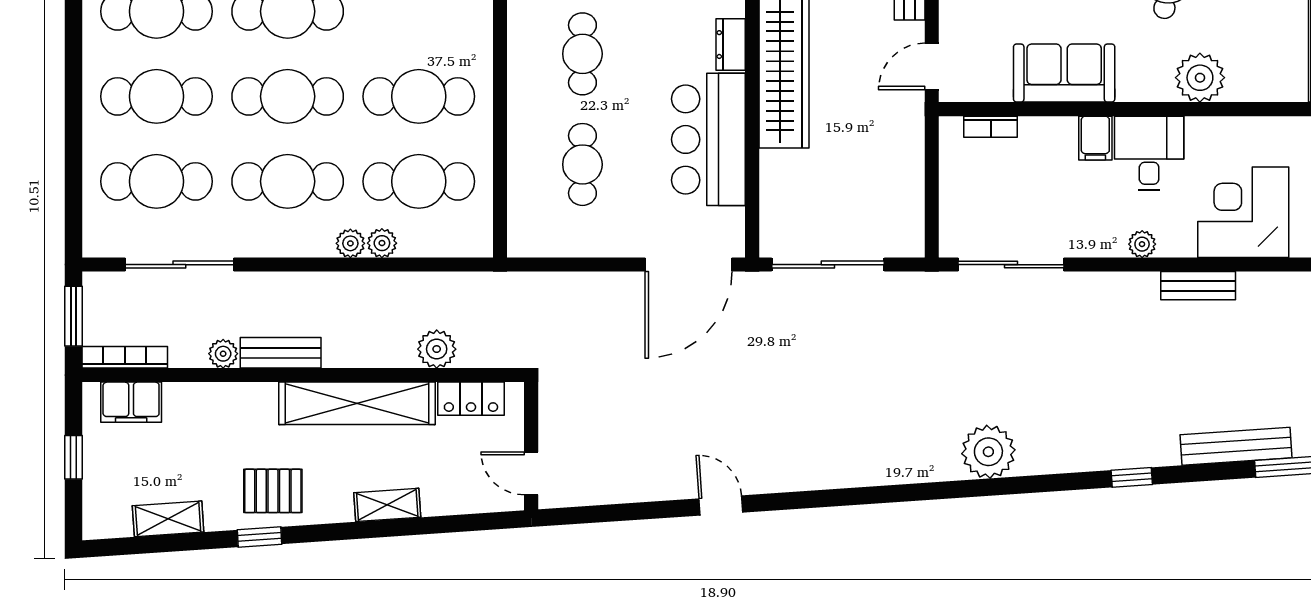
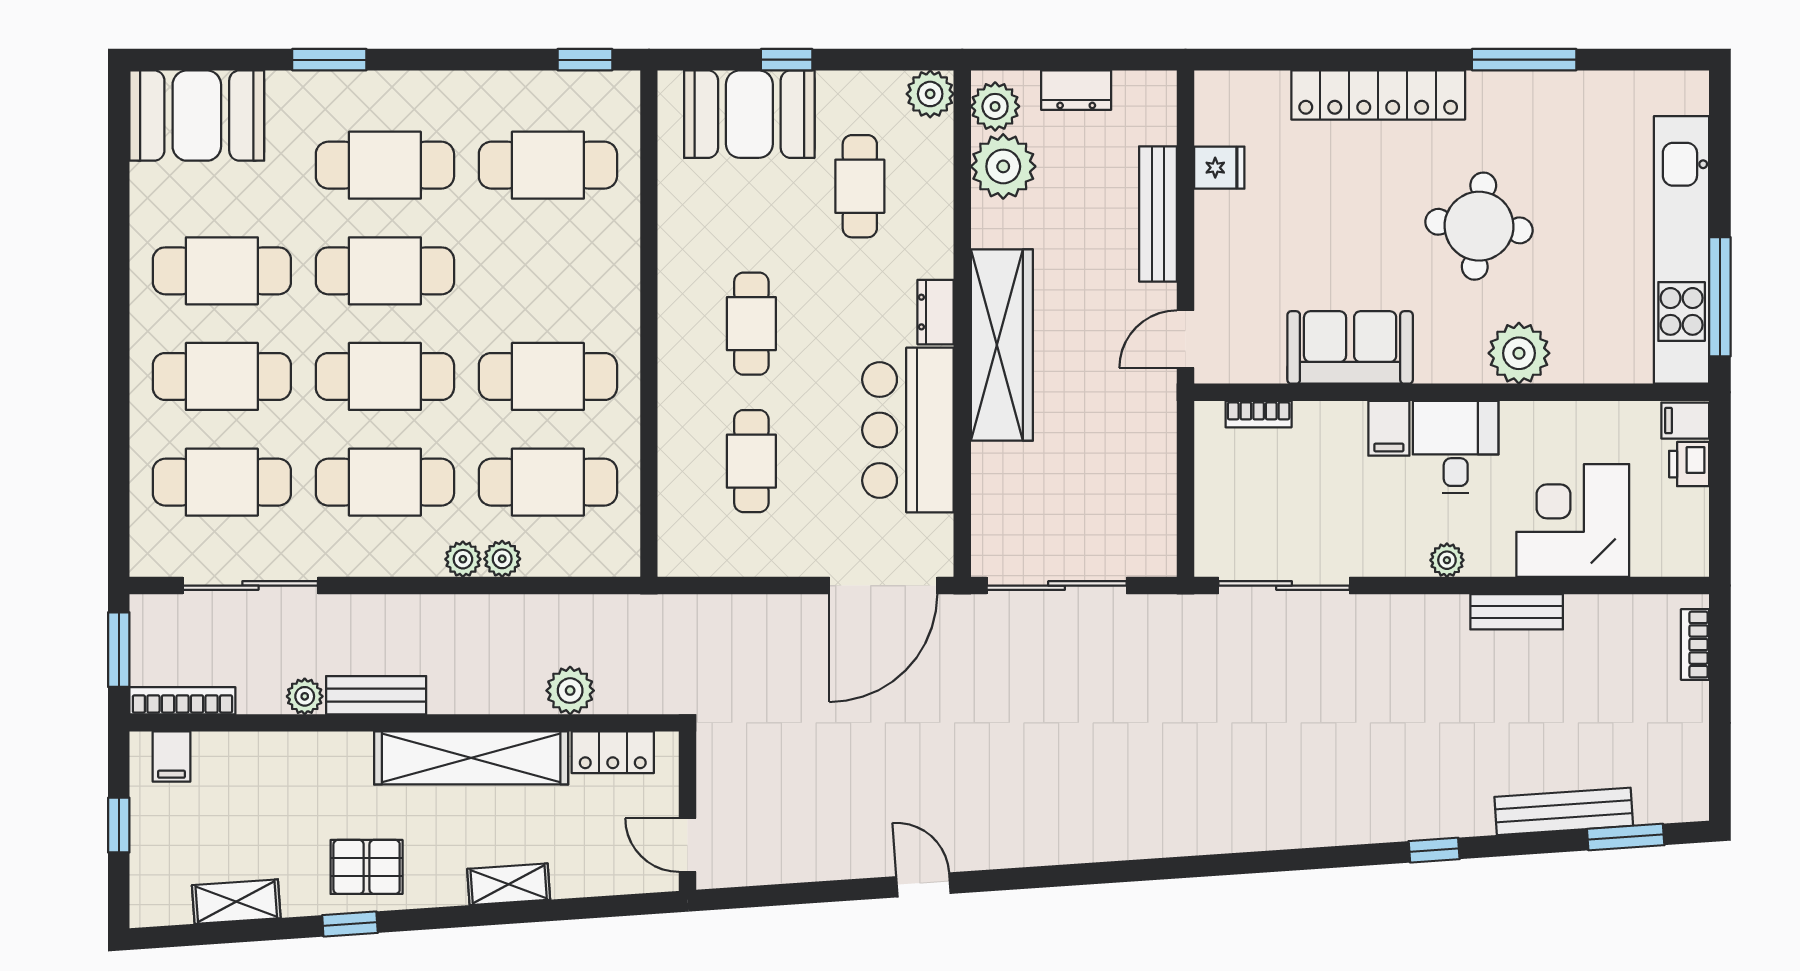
filing cabinet: (131, 402) -> (171, 757), width x0.50
plant: (988, 452) -> (1256, 818), removed

